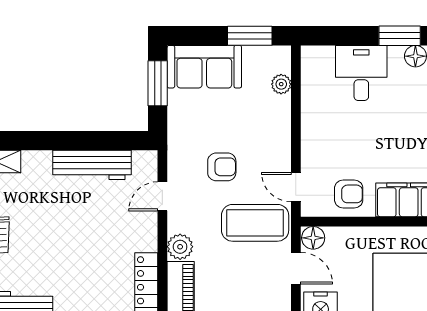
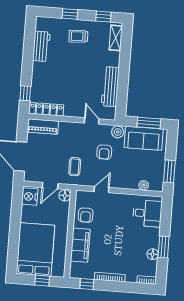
sofa: (204, 67) -> (144, 138), moved, turned -90
desk: (361, 73) -> (147, 213), moved
door: (296, 187) -> (101, 190), moved
coffee table: (255, 223) -> (75, 167), width x0.54, depth x0.58
plant: (180, 247) -> (118, 132), moved

